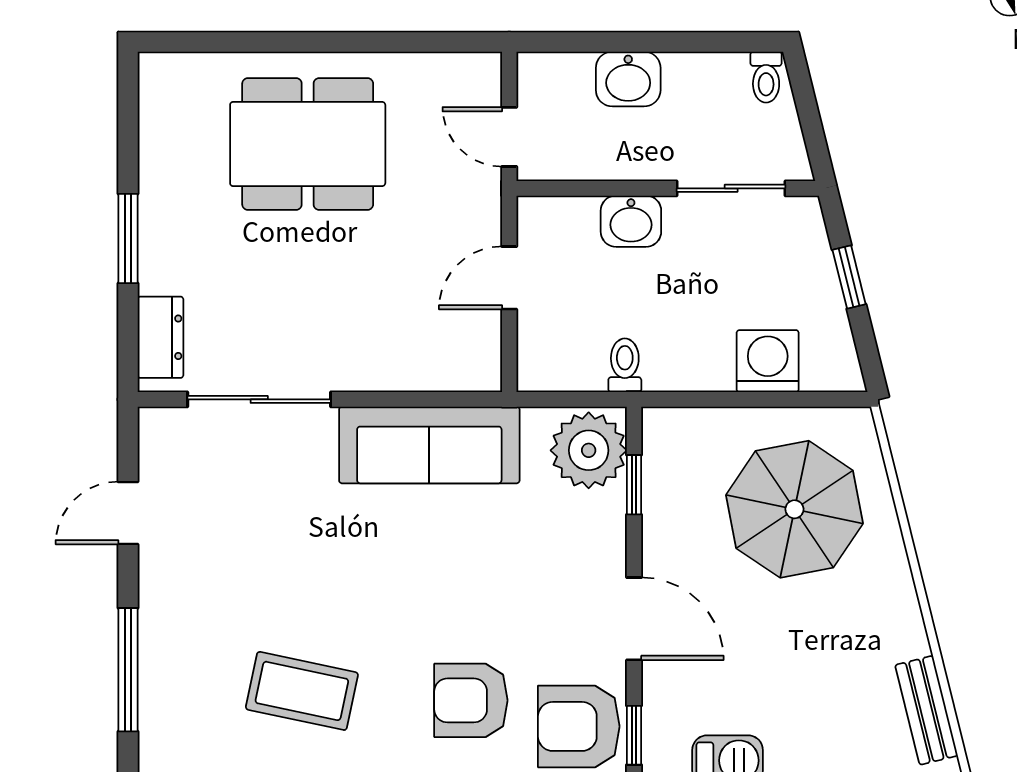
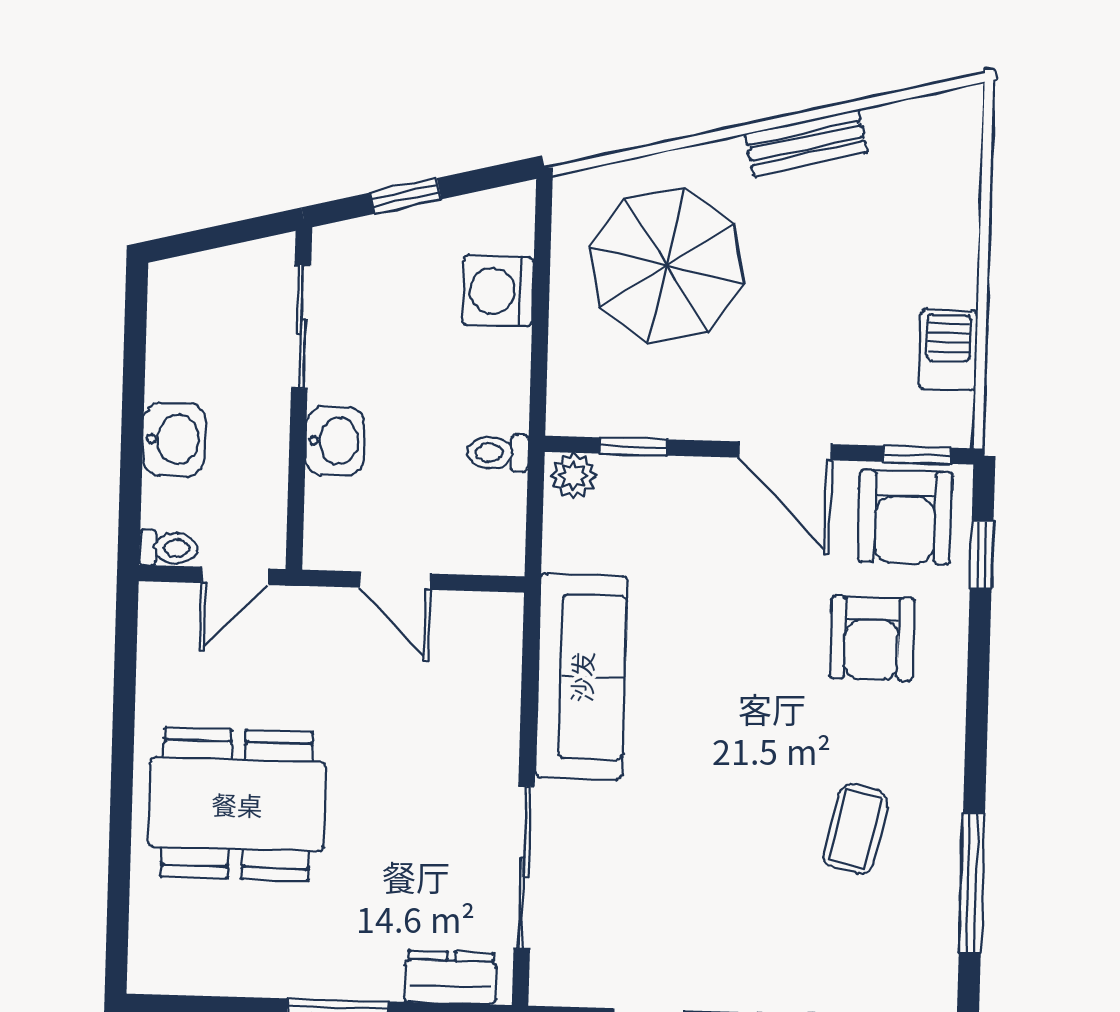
toilet: (766, 77) -> (169, 548), moved
dining table: (308, 144) -> (237, 804), turned 90
plant: (589, 450) -> (573, 476), width x0.53, depth x0.53
door: (634, 619) -> (785, 451), swing flipped
coffee table: (302, 691) -> (856, 829), width x0.73, depth x0.77
bench: (926, 710) -> (806, 143), moved

